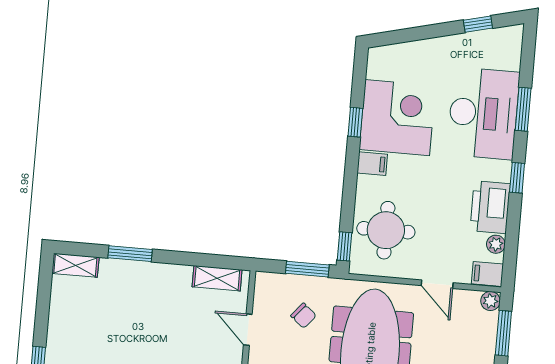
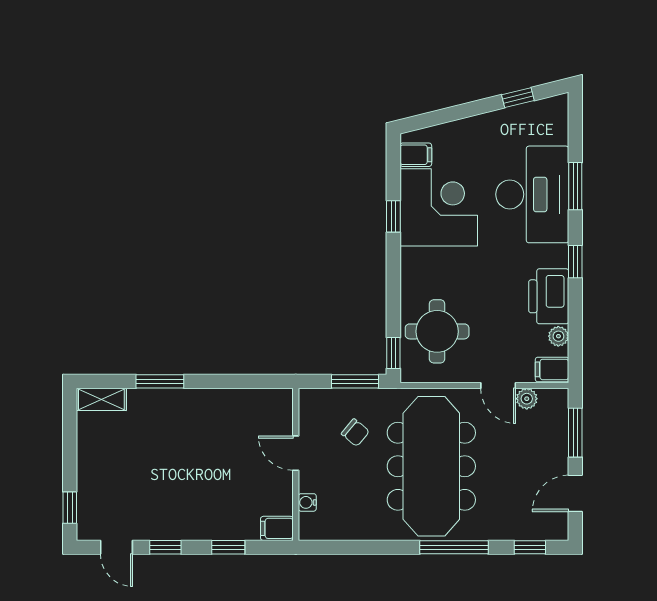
filing cabinet: (372, 164) -> (416, 155), moved
shelving: (217, 278) -> (257, 400), removed
plant: (490, 301) -> (527, 399), moved

